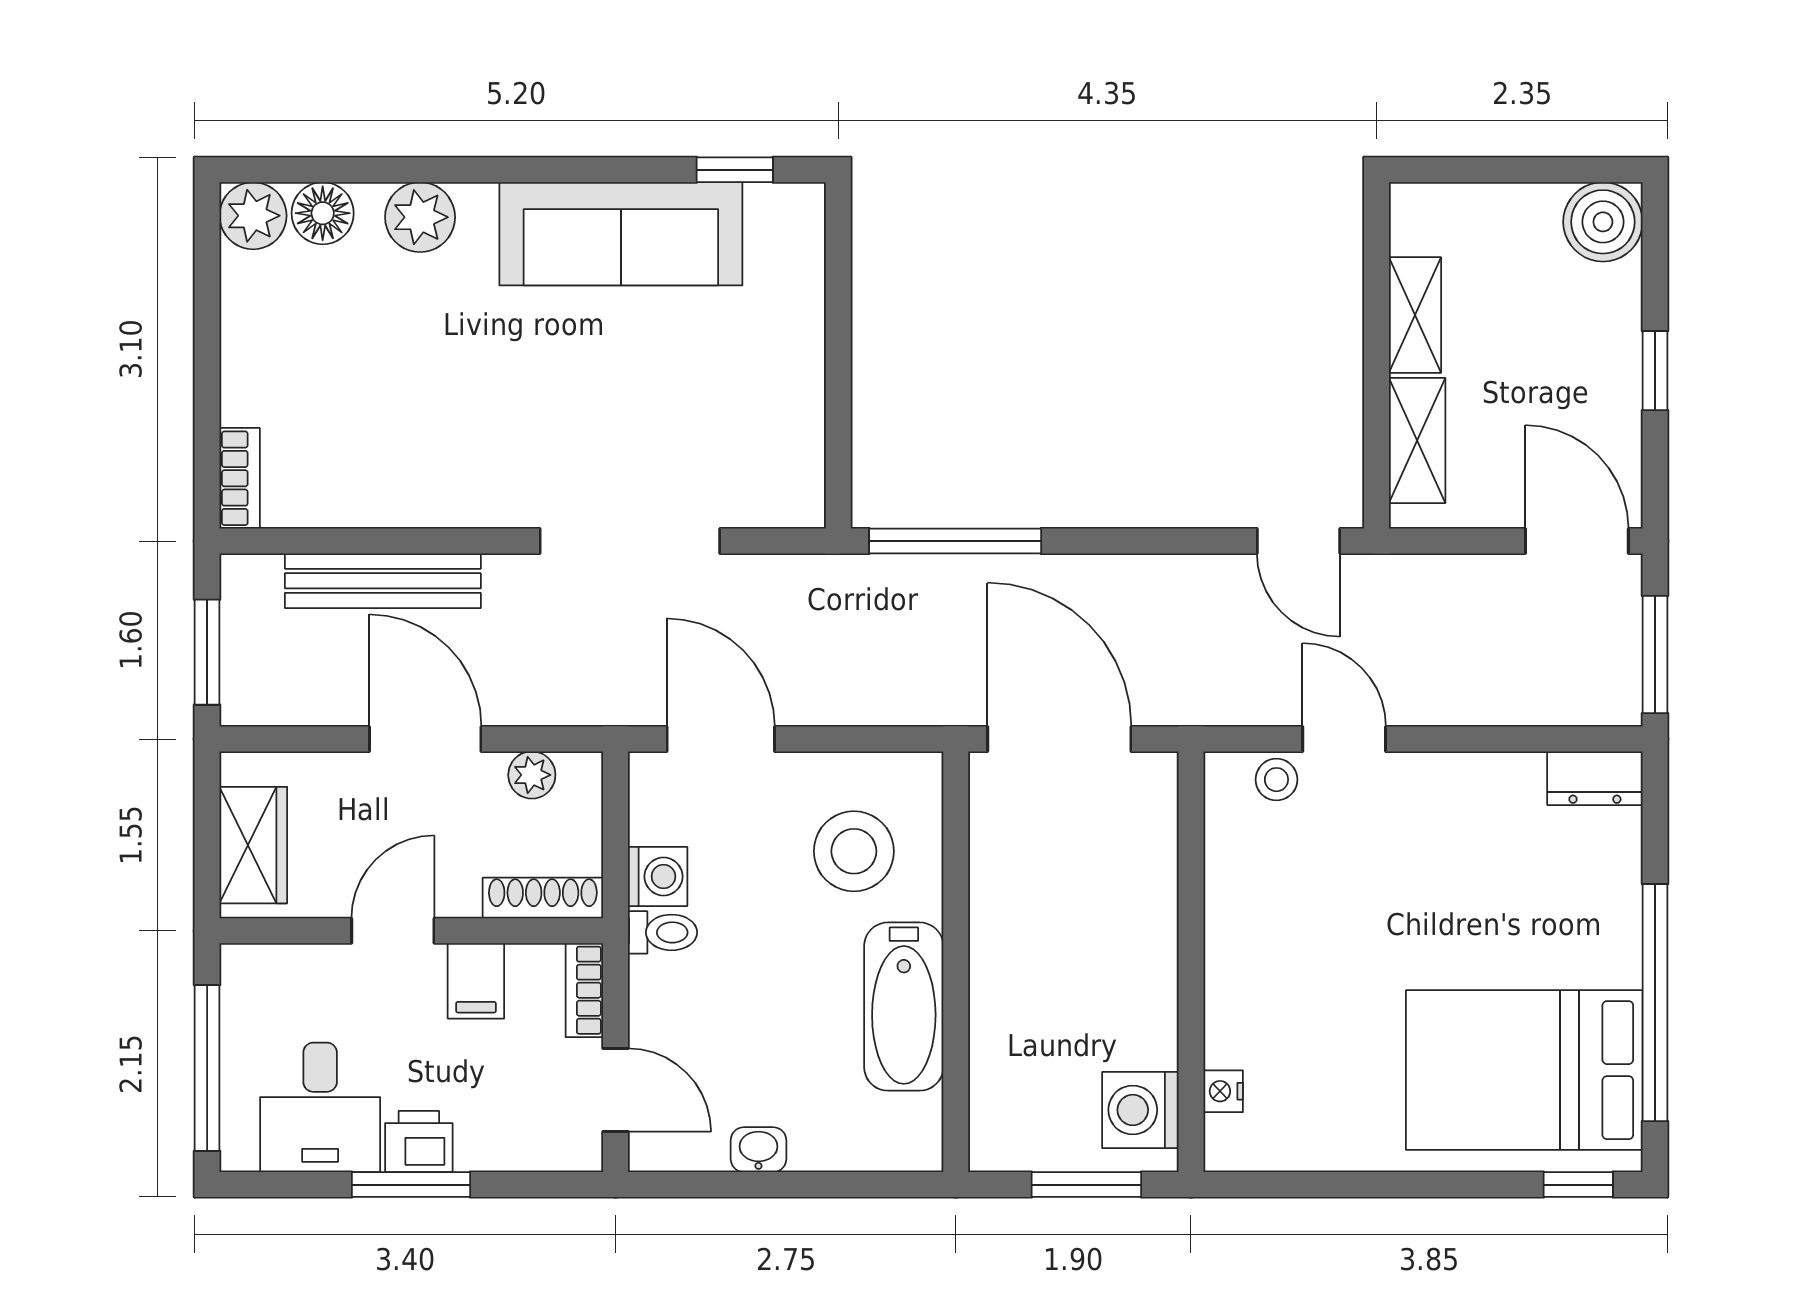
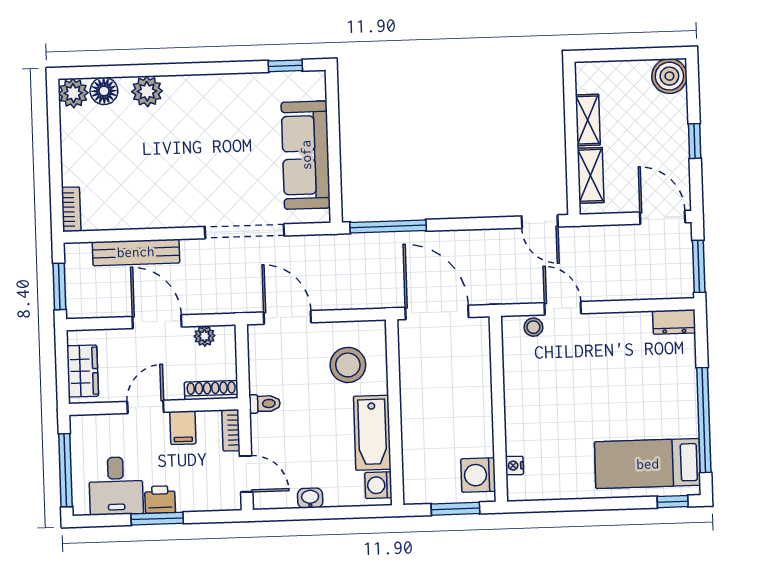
sofa: (621, 234) -> (306, 155), moved, turned 90
washing machine: (658, 876) -> (378, 485), moved, turned 180
bed: (1524, 1070) -> (648, 464), width x0.67

